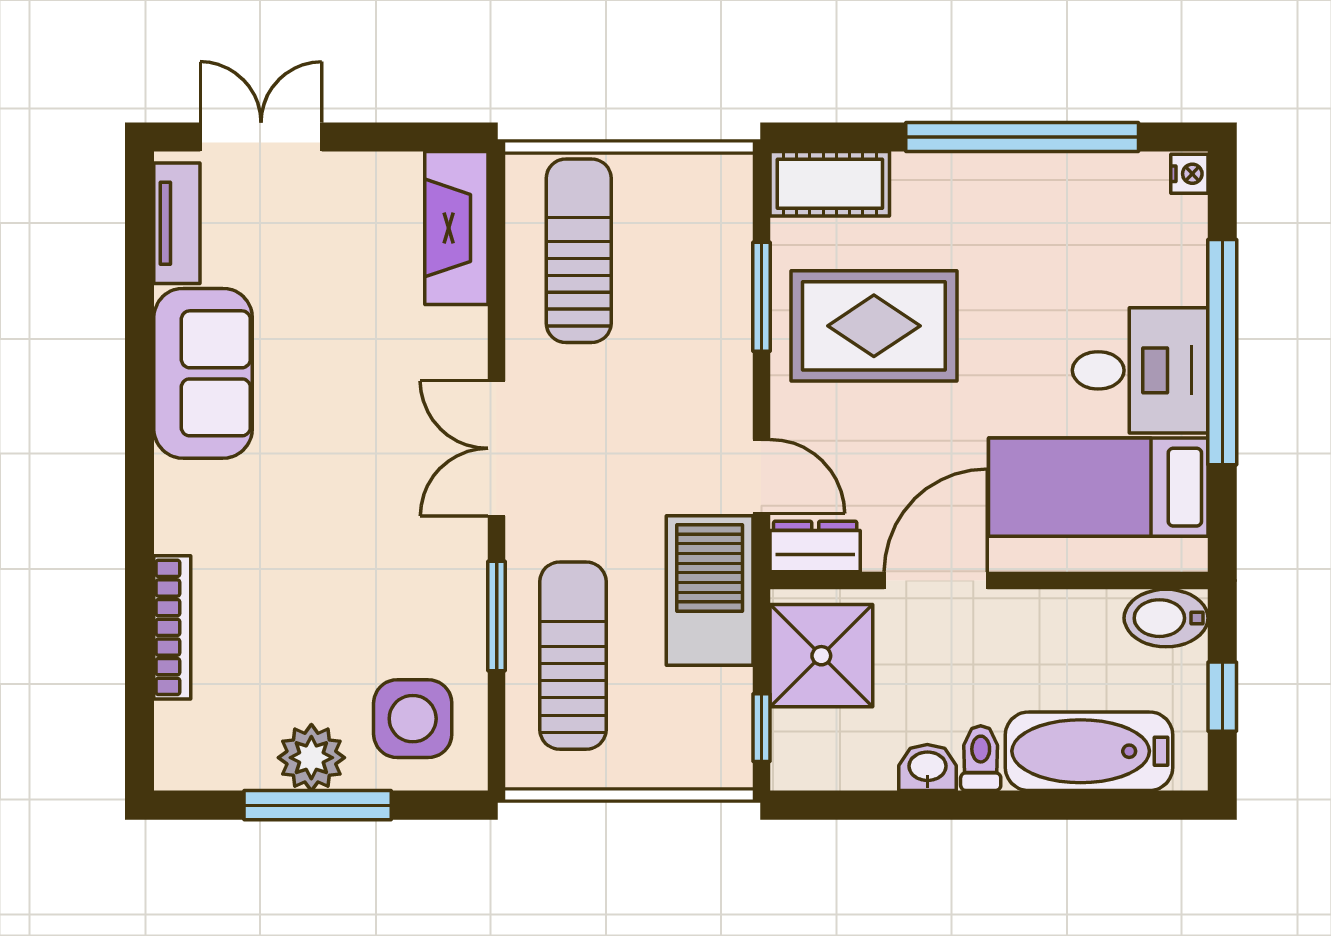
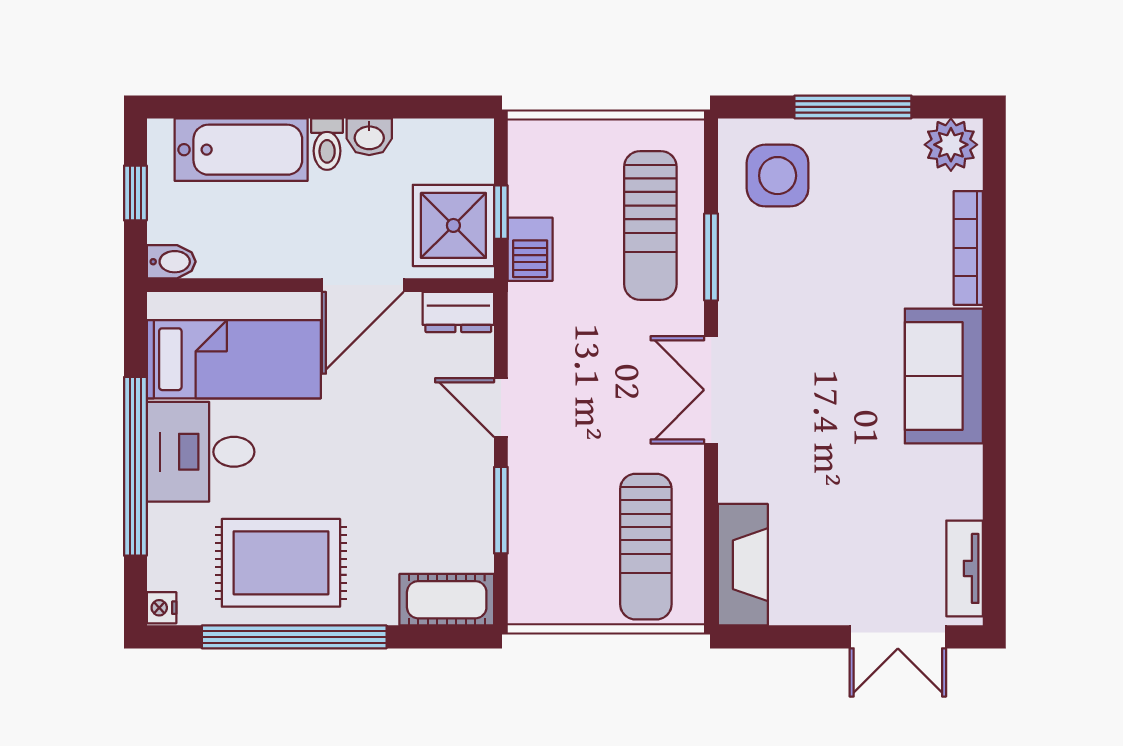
rug: (874, 326) -> (281, 563), moved
sofa: (203, 373) -> (944, 376), moved
double door: (497, 448) -> (711, 390), swing flipped
door: (761, 477) -> (501, 408), moved
barbecue: (710, 591) -> (530, 249), width x0.53, depth x0.65
bidet: (1166, 618) -> (171, 262), width x0.72, depth x0.74
window: (761, 728) -> (501, 212), moved
plant: (311, 758) -> (951, 145), moved

